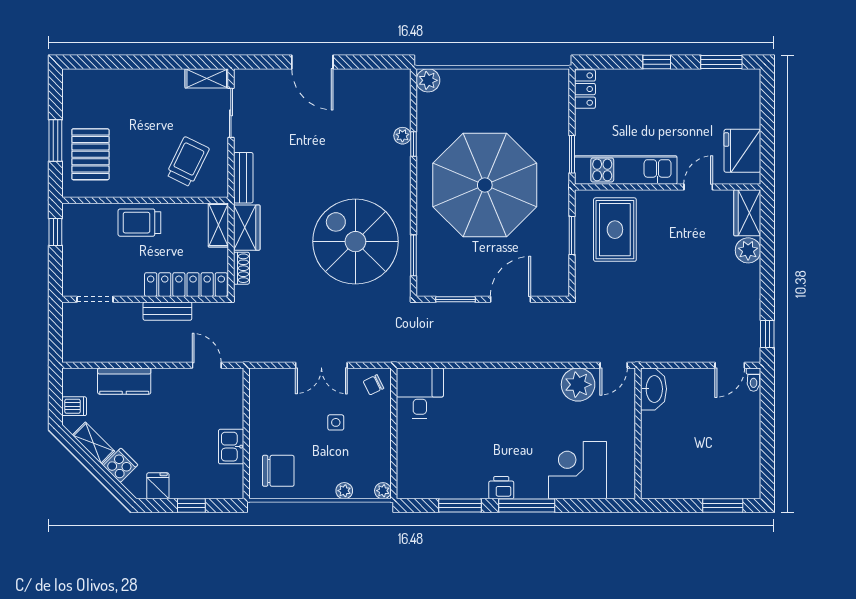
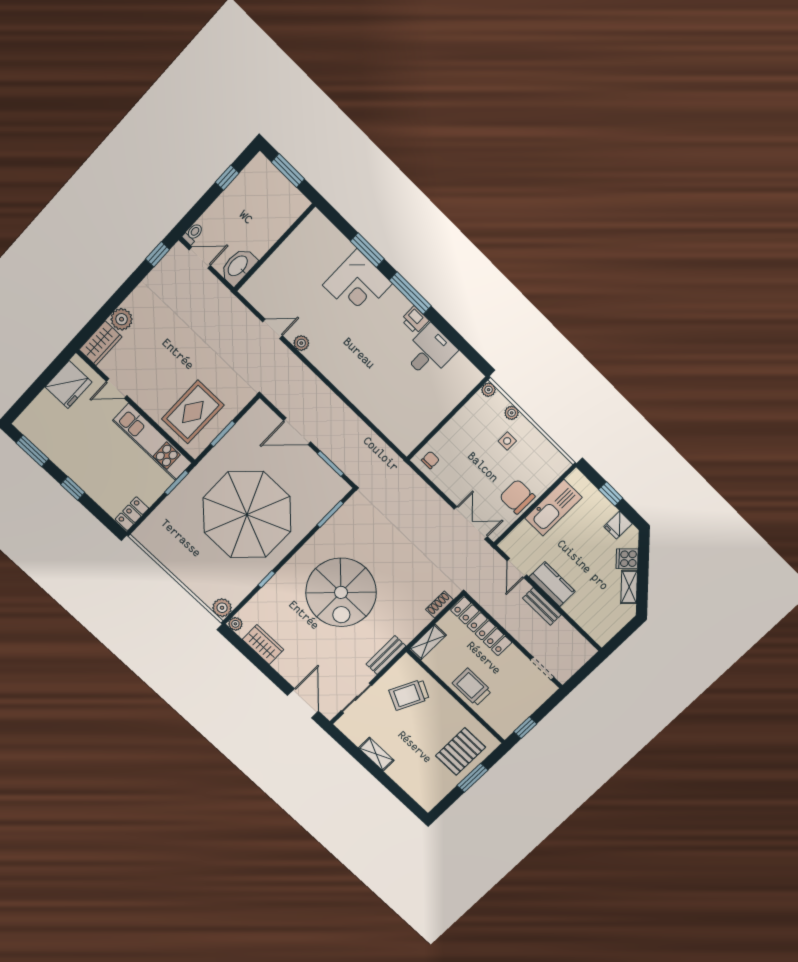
door: (312, 62) -> (303, 703), moved
shelving: (207, 78) -> (376, 754), moved
plant: (402, 136) -> (235, 624), moved
trolley: (139, 223) -> (472, 687), turned 180
wardrobe: (247, 228) -> (263, 645), moved, turned 90
spiral stairs: (355, 242) -> (341, 592), moved
bench: (167, 311) -> (542, 606), moved
double door: (321, 365) -> (471, 523), moved
kitchen counter: (124, 381) -> (552, 584), moved
chair: (373, 385) -> (430, 460), turned -64
plant: (578, 385) -> (301, 343), width x0.53, depth x0.53
washbasin: (654, 389) -> (238, 266), moved
desk: (420, 393) -> (429, 352), moved, turned 180
dishwasher: (74, 406) -> (618, 619), removed
side table: (336, 422) -> (507, 441), moved
wall: (638, 433) -> (274, 247), moved
kitchen sink: (231, 447) -> (553, 508), width x1.88, depth x1.24
window: (767, 452) -> (227, 178), added
chair: (278, 471) -> (517, 497), moved
window: (460, 506) -> (367, 250), moved

